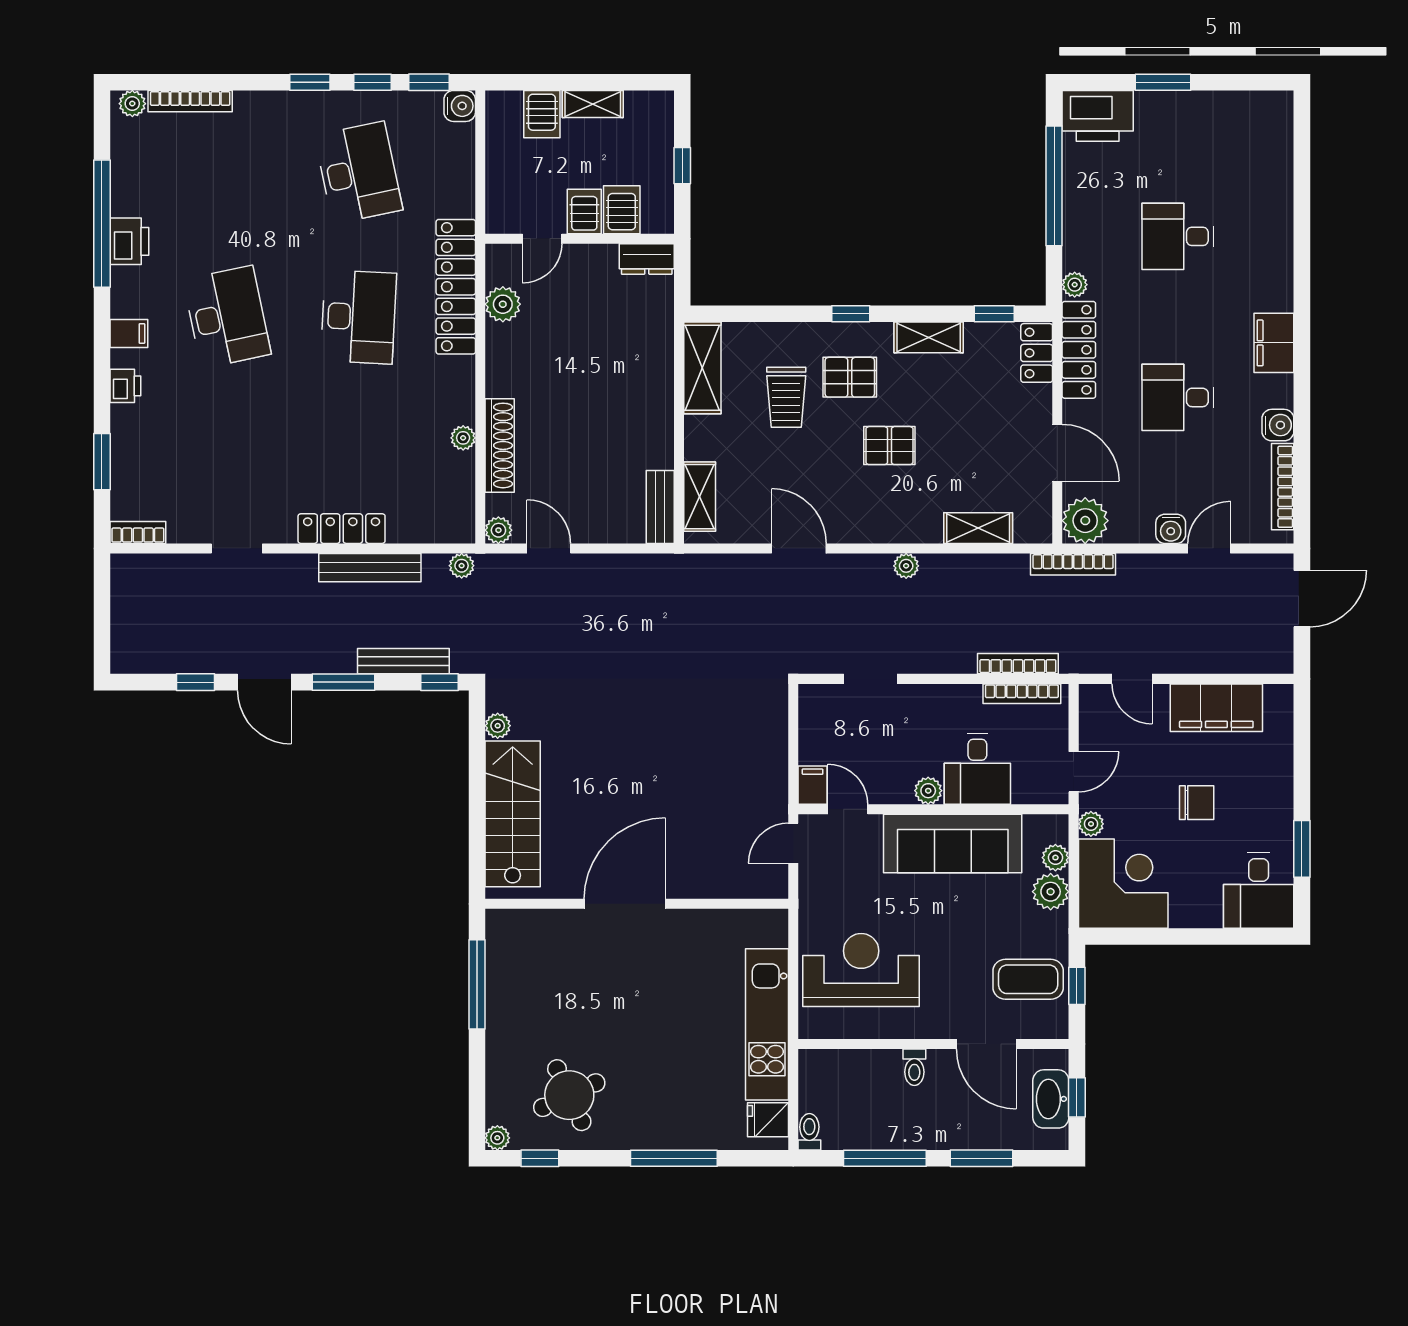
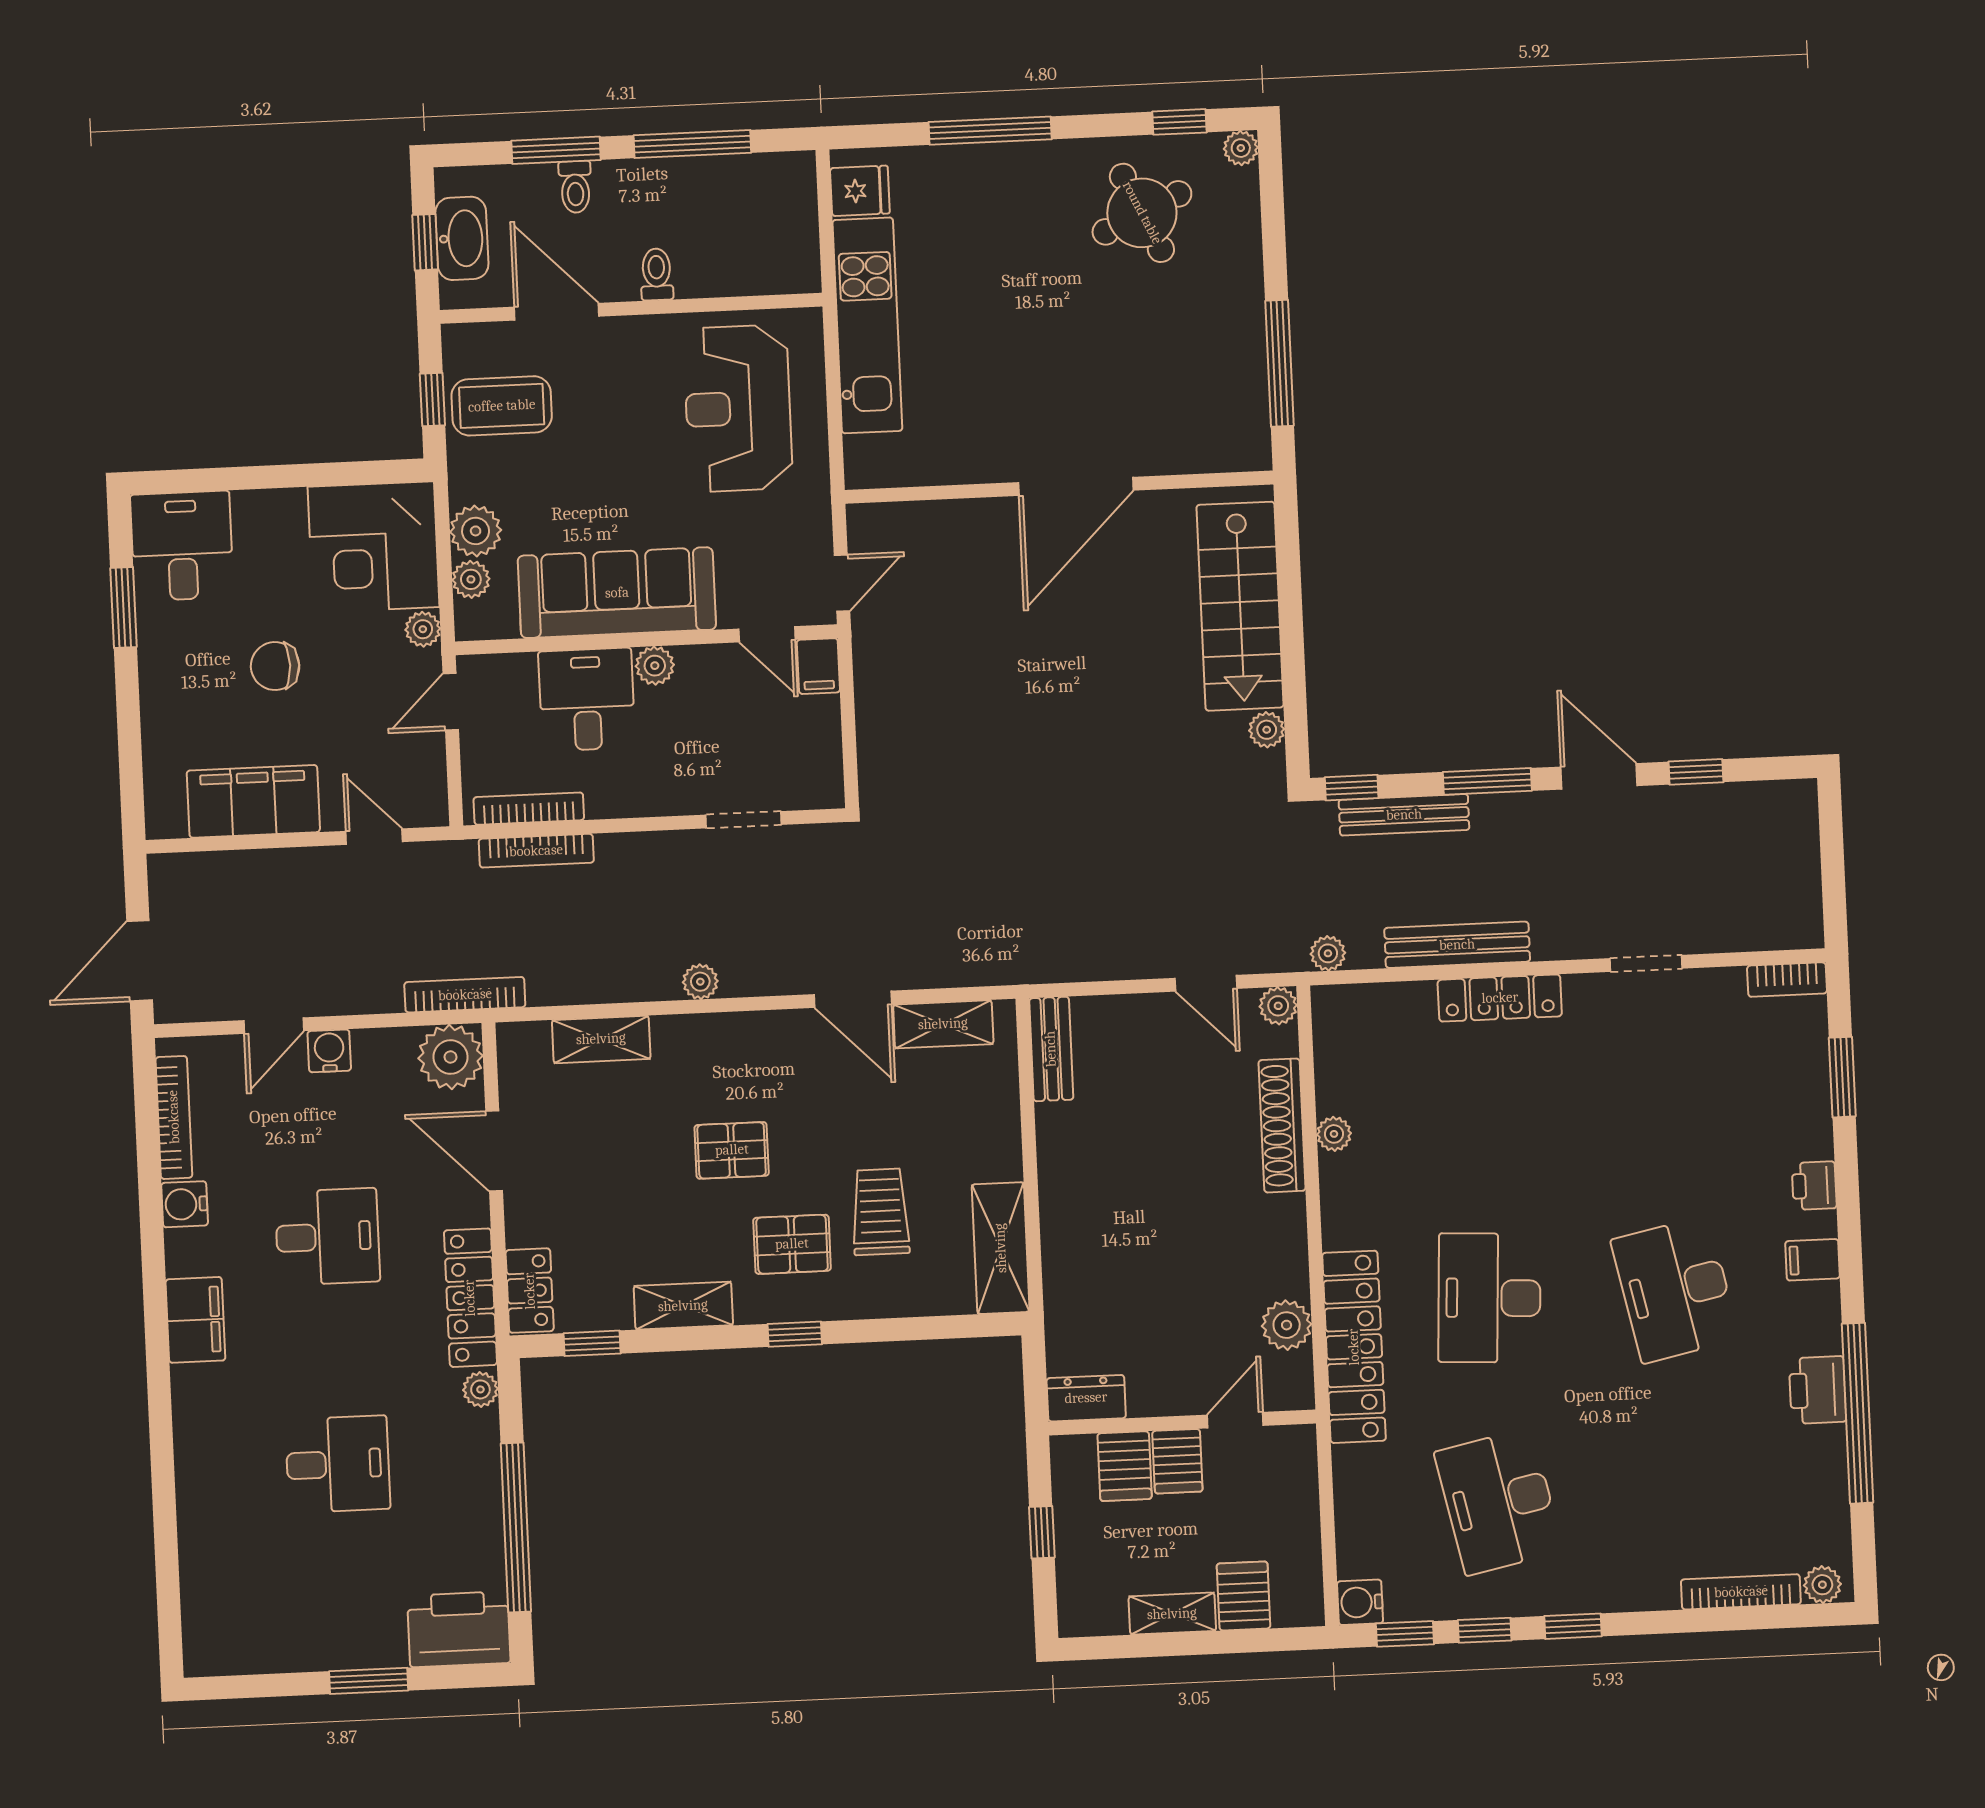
shelving: (700, 497) -> (943, 1024), moved, turned 90
reception desk: (861, 970) -> (738, 408), turned 90
toilet: (809, 1132) -> (575, 187), moved

